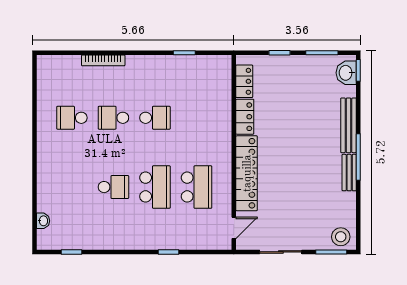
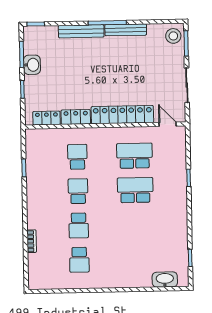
bookcase: (103, 60) -> (32, 241), width x0.64
washbasin: (346, 73) -> (32, 65), moved, turned -90
bench: (349, 173) -> (126, 30), width x1.36
school desk: (113, 187) -> (77, 157), moved
washbasin: (43, 221) -> (165, 279), width x1.91, depth x1.45

